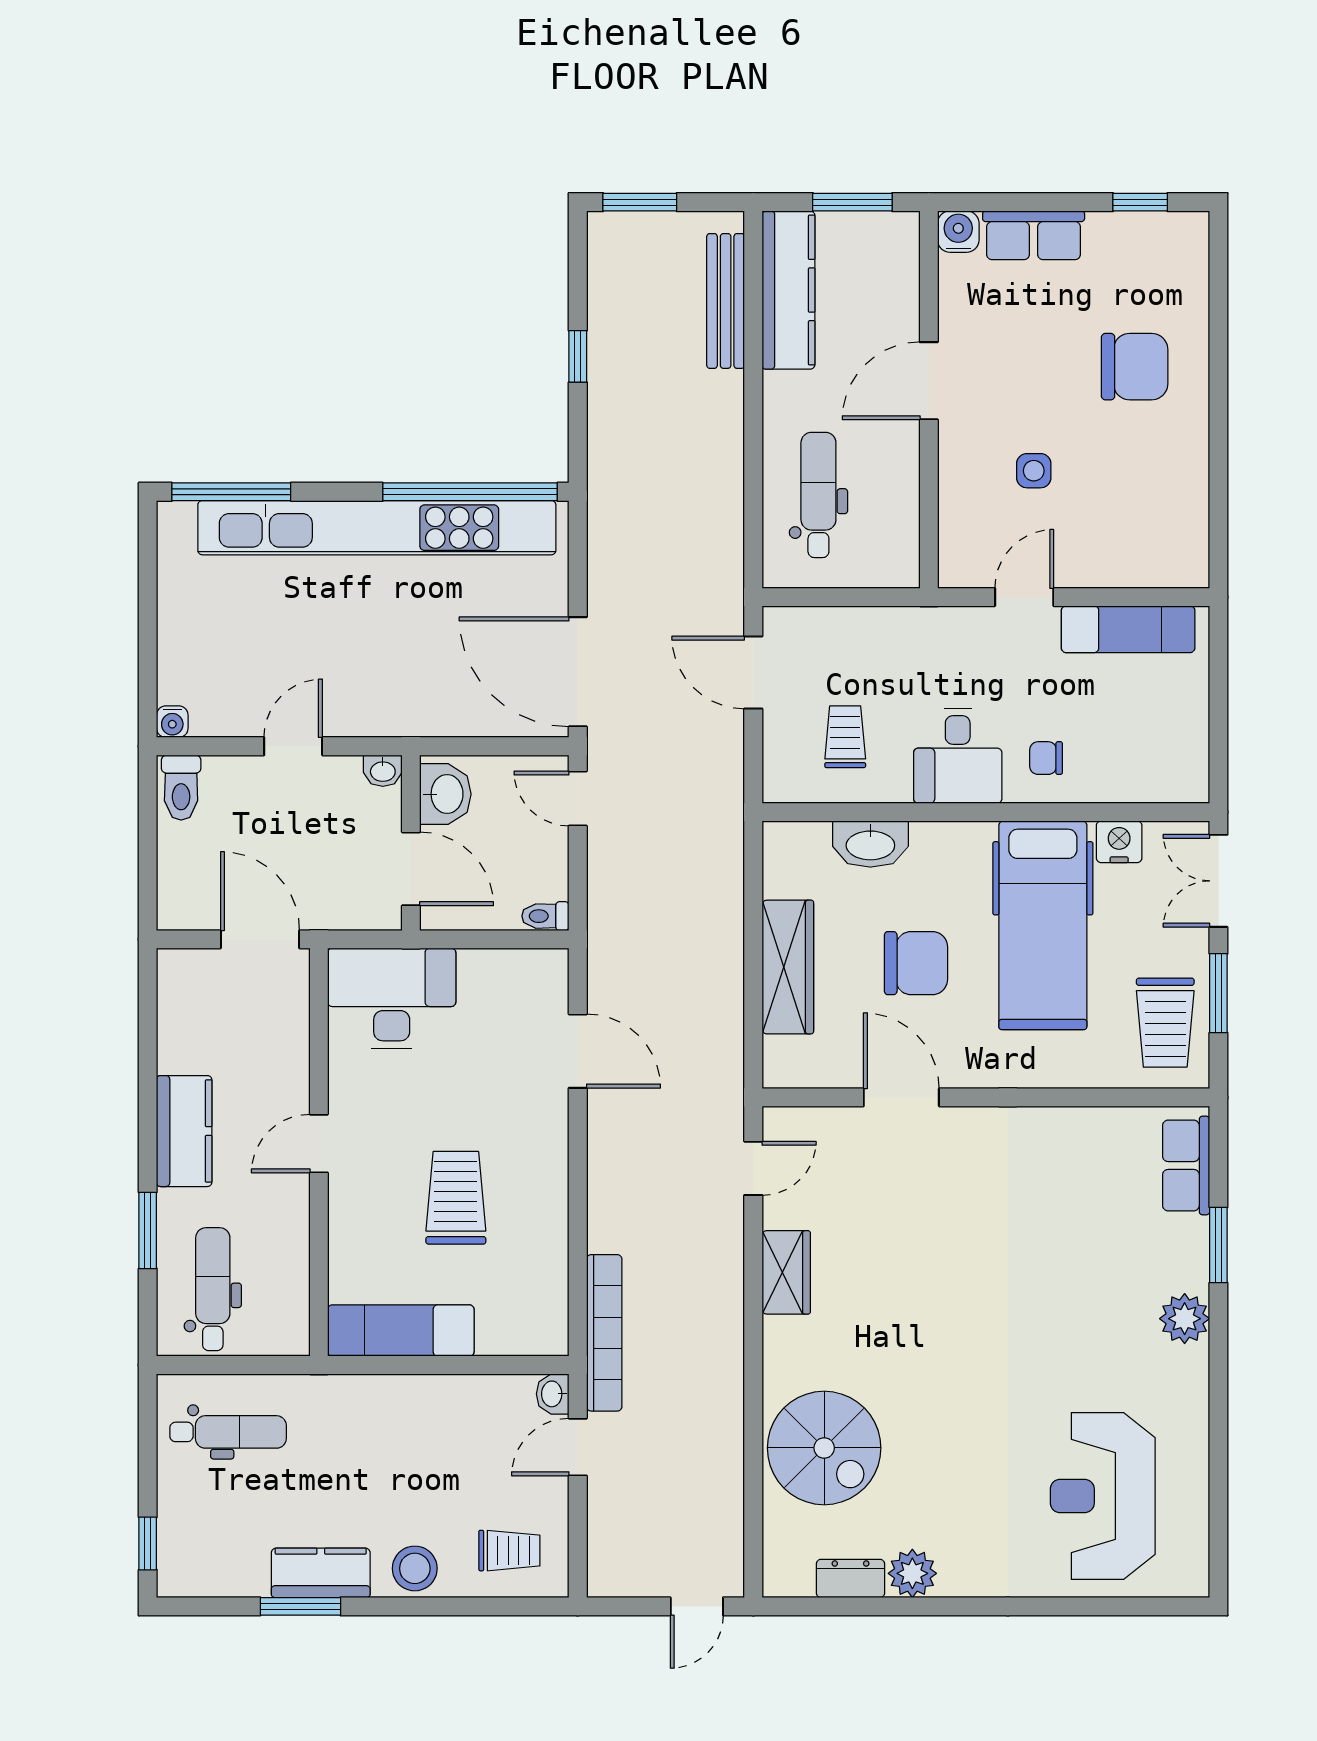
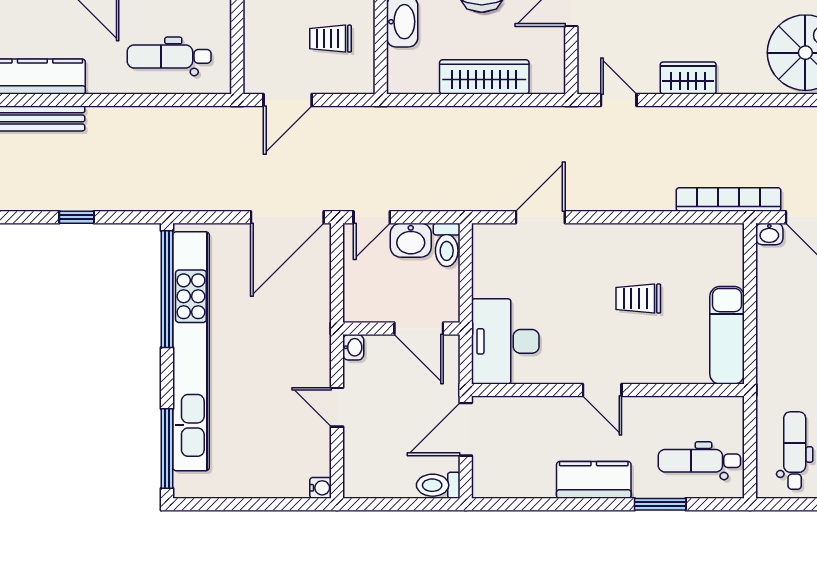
toilet: (181, 788) -> (438, 485), moved, turned 180
washbasin: (445, 794) -> (411, 240), moved, turned 180
door: (411, 869) -> (419, 328), swing flipped
toilet: (545, 916) -> (447, 245), width x1.37, depth x1.39
trolley: (456, 1198) -> (638, 299), width x0.73, depth x0.72

